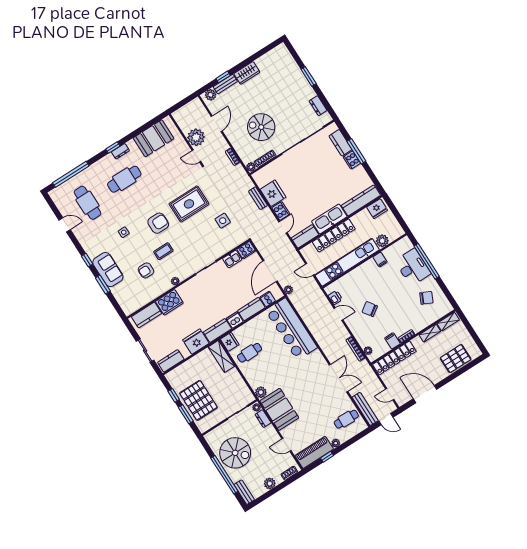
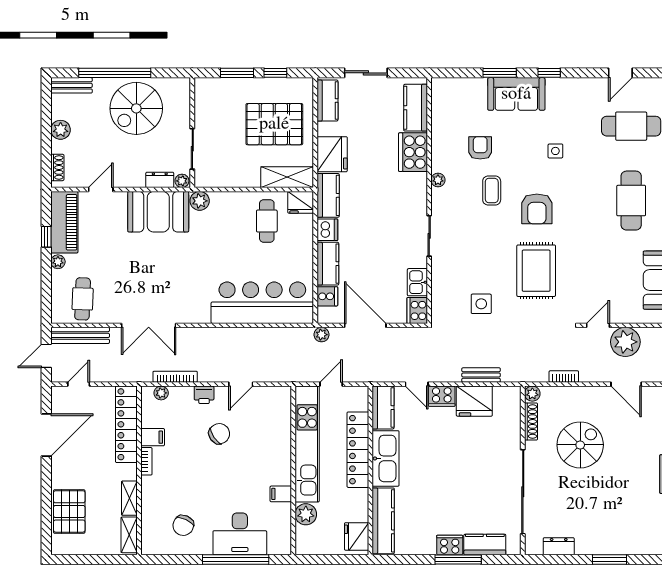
printer: (335, 297) -> (204, 395), moved
pallet: (199, 400) -> (274, 124), moved

